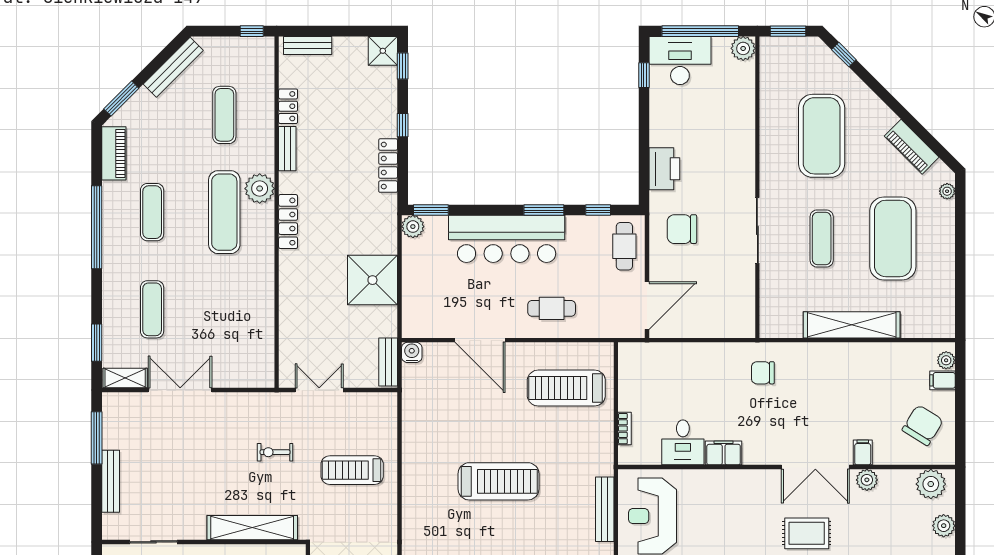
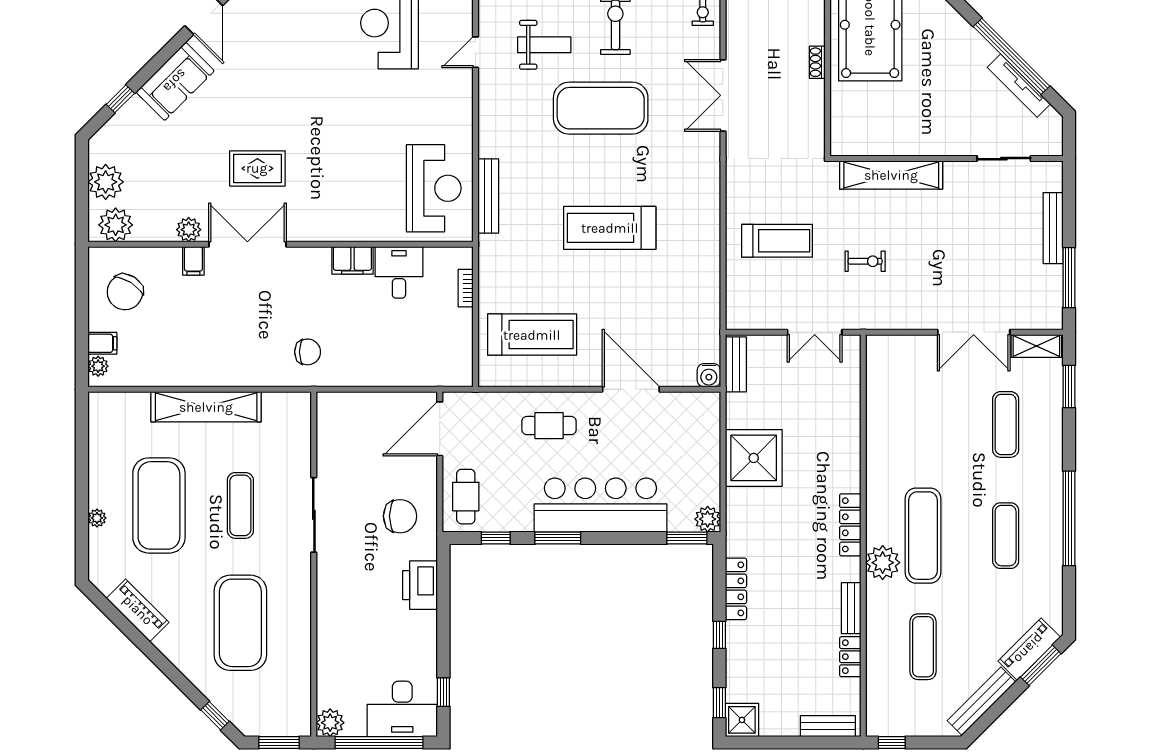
piano: (114, 153) -> (1029, 649), moved, turned 45
plant: (947, 191) -> (97, 518), moved
plant: (944, 526) -> (106, 182), width x1.36, depth x1.36

